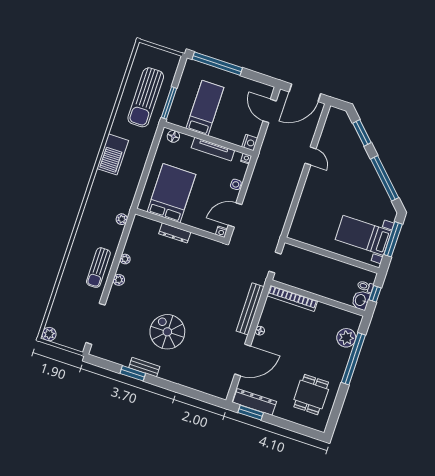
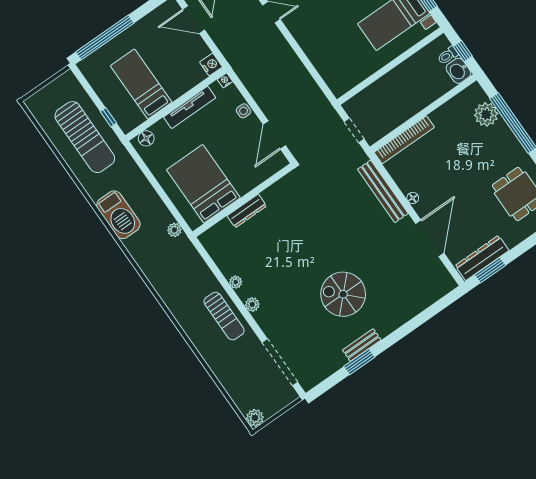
window: (169, 103) -> (108, 117), width x0.46
plant: (122, 219) -> (174, 230), moved
nightstand: (221, 232) -> (281, 162), removed

